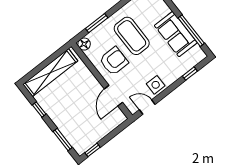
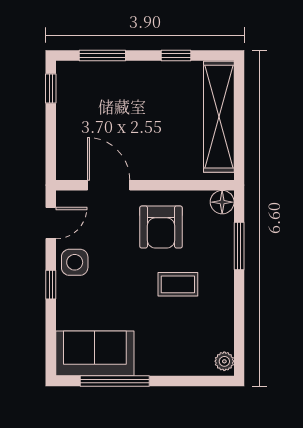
sofa: (176, 34) -> (95, 353), moved
coffee table: (132, 36) -> (178, 284), width x0.54, depth x0.58
window: (190, 74) -> (51, 285), moved

